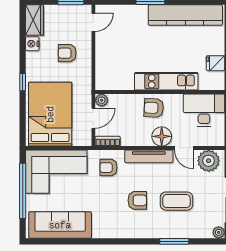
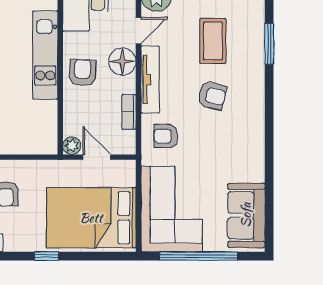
armchair: (154, 108) -> (82, 73), turned 180
bookcase: (108, 141) -> (129, 112), moved
armchair: (108, 168) -> (166, 136), turned 90
armchair: (137, 200) -> (212, 96), turned 103
sofa: (60, 225) -> (246, 215), width x0.73

